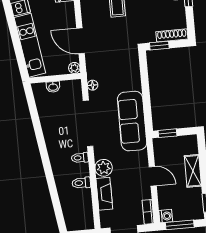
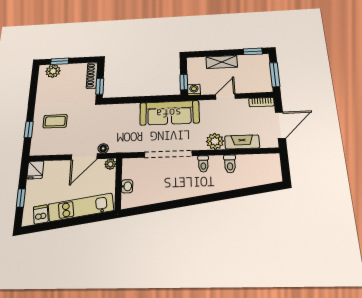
floor lamp: (93, 85) -> (103, 148), moved
washing machine: (166, 216) -> (194, 90), moved

